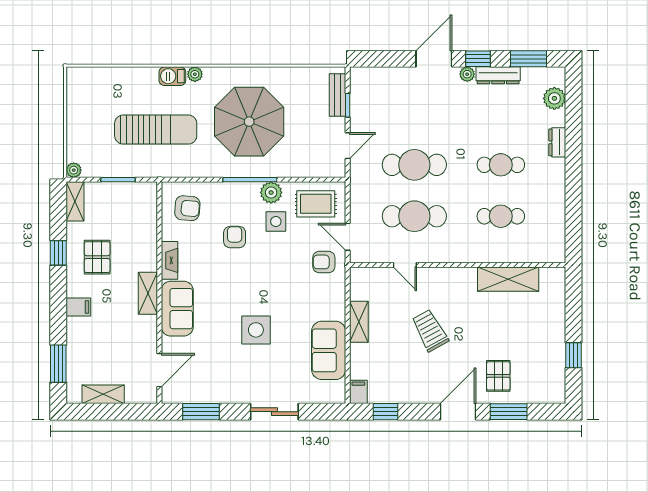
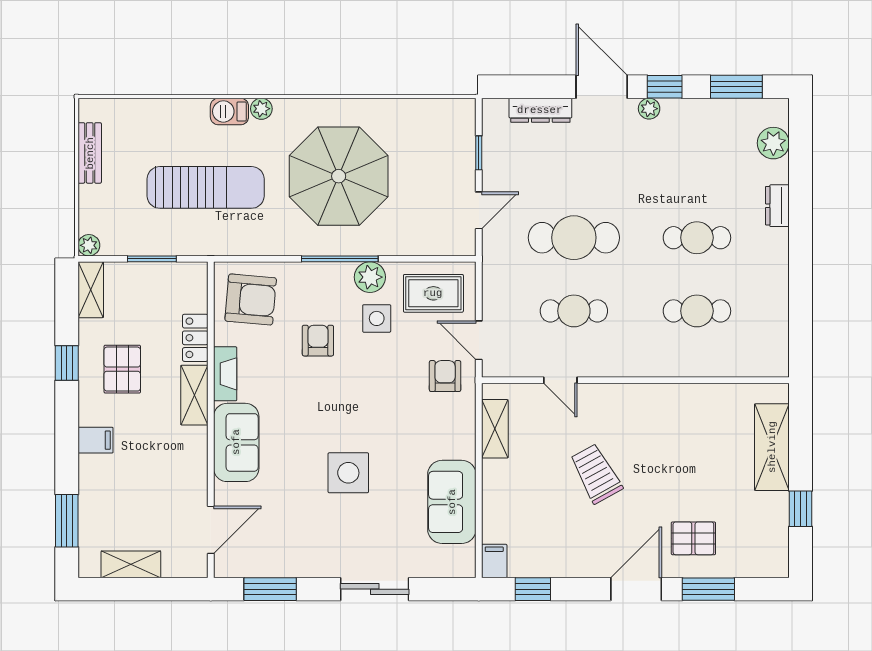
door: (434, 59) -> (602, 87), hinge flipped
dresser: (498, 75) -> (540, 110), moved
bench: (337, 95) -> (90, 153), moved
armchair: (187, 208) -> (251, 299), width x1.38, depth x1.38
cafe table: (414, 216) -> (574, 311), width x0.73, depth x0.74
locker: (148, 235) -> (195, 338), added
armchair: (324, 262) -> (445, 376), turned 90
shelving: (508, 279) -> (772, 447), moved, turned 90
shelving: (148, 293) -> (194, 395), moved
shelving: (359, 322) -> (495, 429), moved
pallet: (498, 376) -> (693, 538), turned 90

